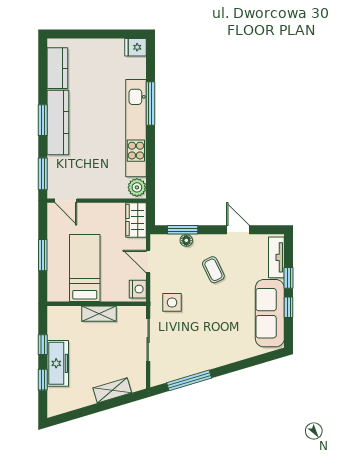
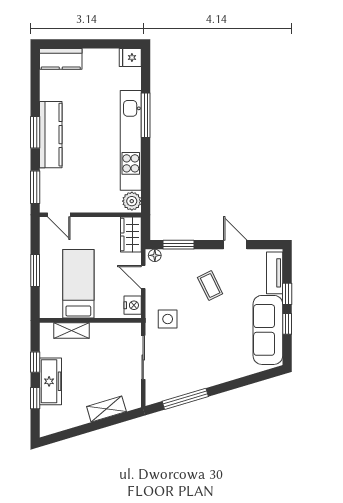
kitchen counter: (57, 68) -> (61, 59), moved, turned 90
floor lamp: (186, 240) -> (155, 255), moved
shelving: (99, 314) -> (72, 330), moved

